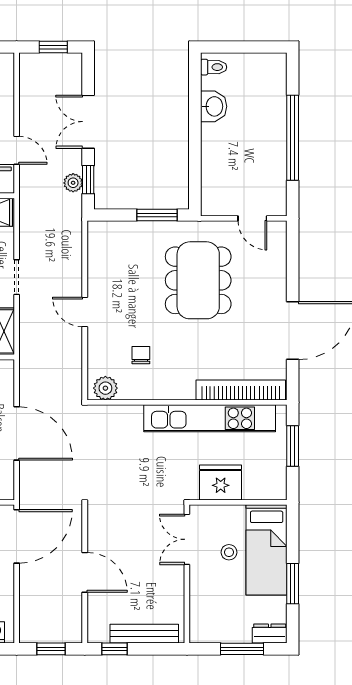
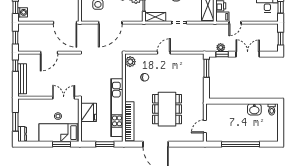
window: (157, 215) -> (206, 68), moved
dining table: (198, 280) -> (167, 109), moved, turned 90
window: (293, 584) -> (61, 144), moved

